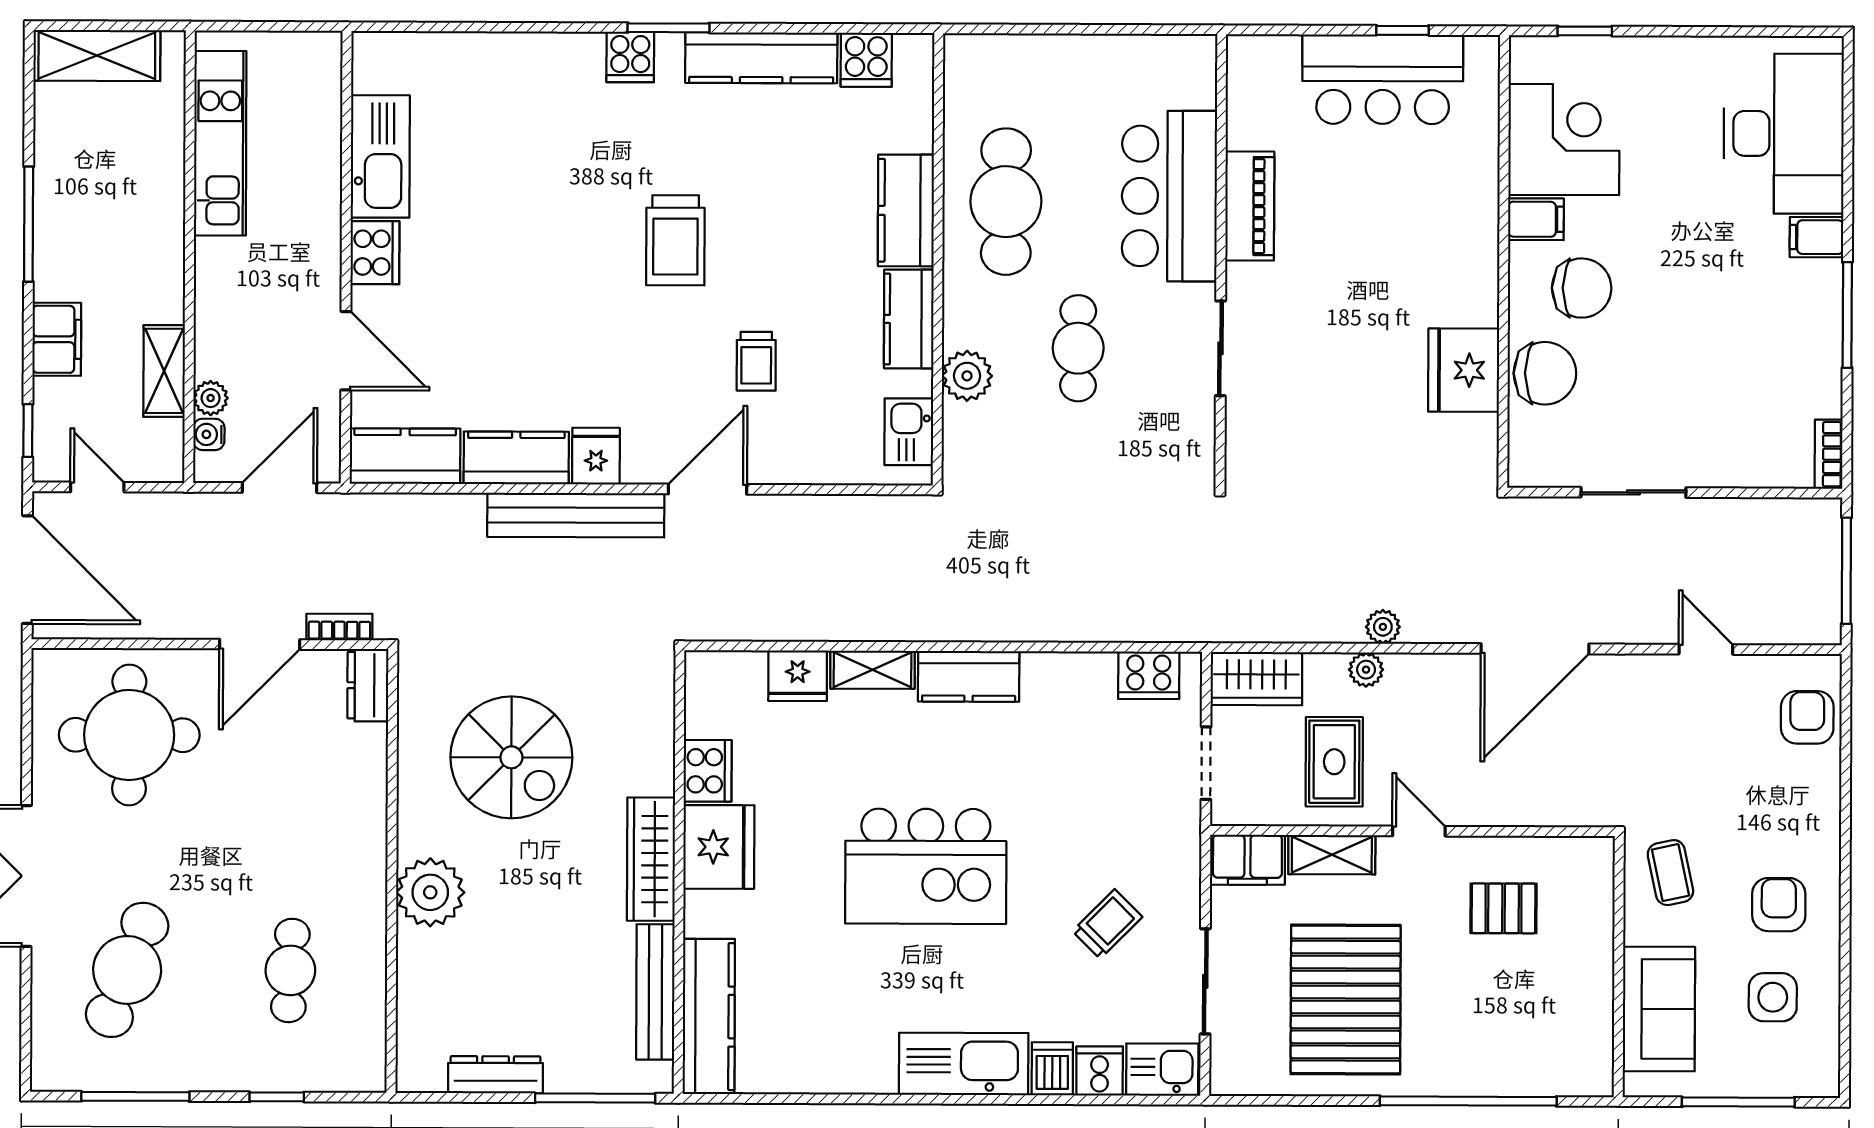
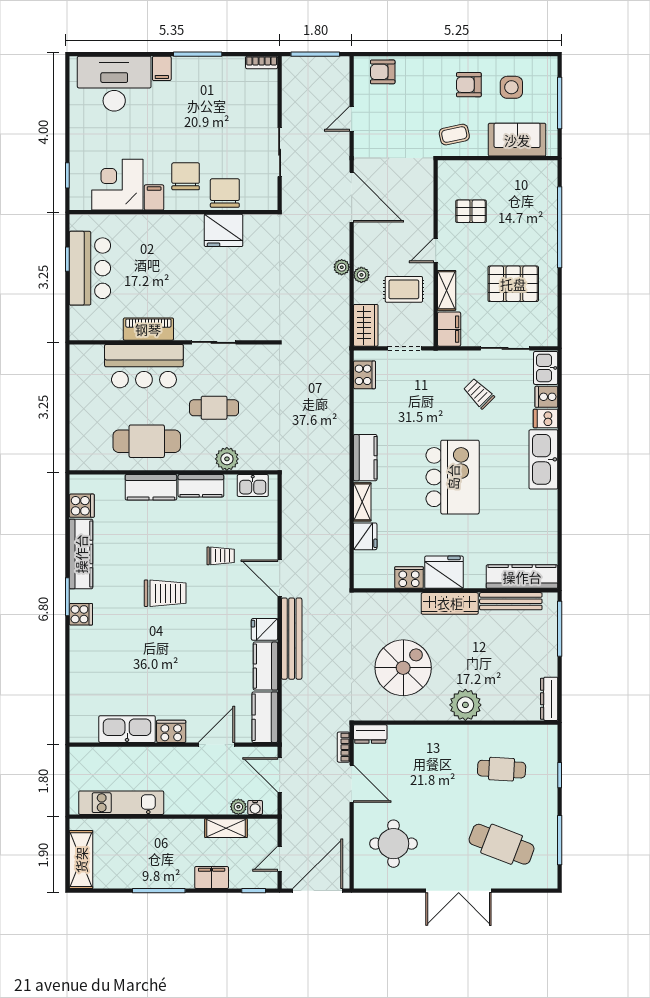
round table: (129, 735) -> (393, 844), width x0.73, depth x0.73
pallet: (1503, 908) -> (471, 211), turned 90
pallet: (1346, 1000) -> (513, 284), width x0.73, depth x0.71
dresser: (495, 1075) -> (549, 699), moved

